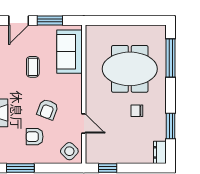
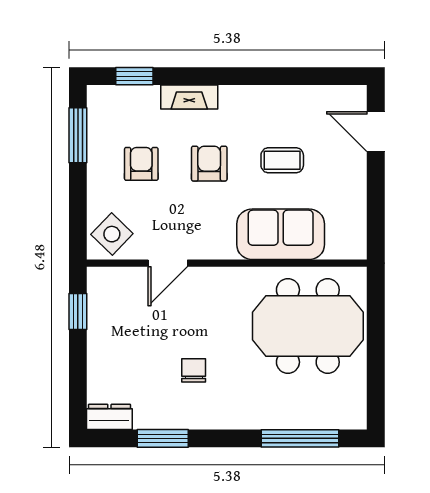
window: (50, 21) -> (376, 195), removed
sofa: (69, 52) -> (281, 234), moved
meeting table: (130, 69) -> (308, 326), moved, turned 90
armchair: (48, 109) -> (209, 164), moved, turned 69

